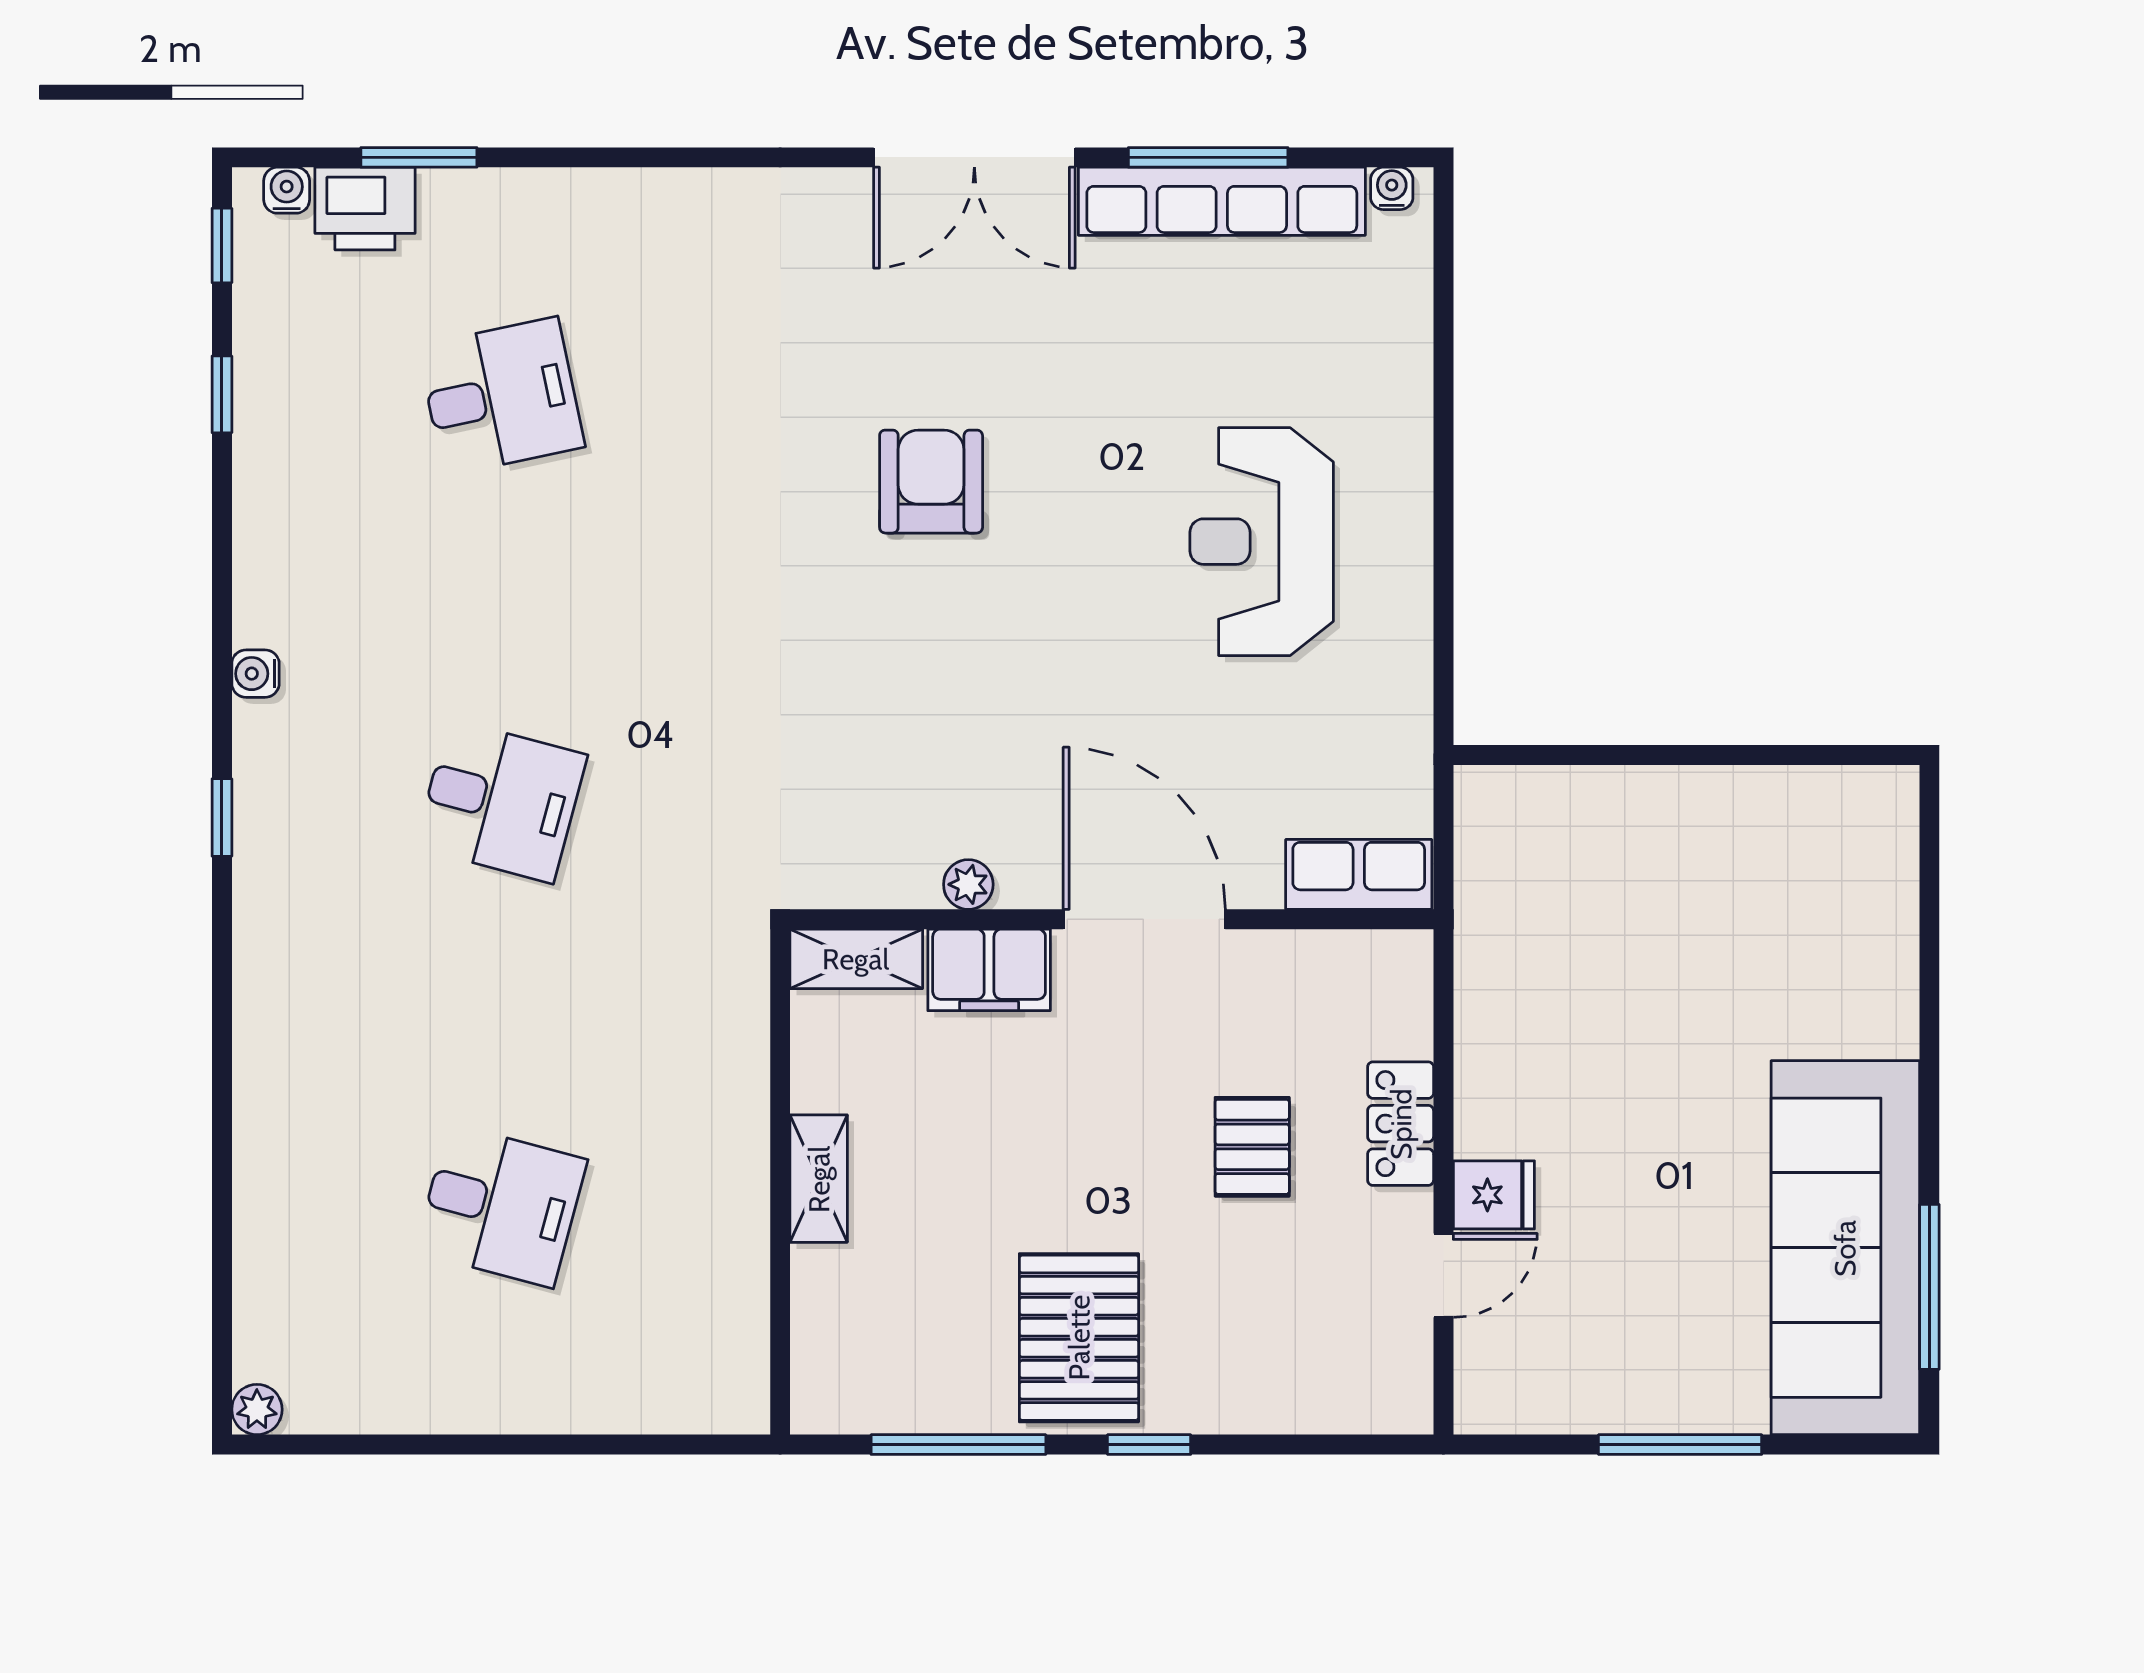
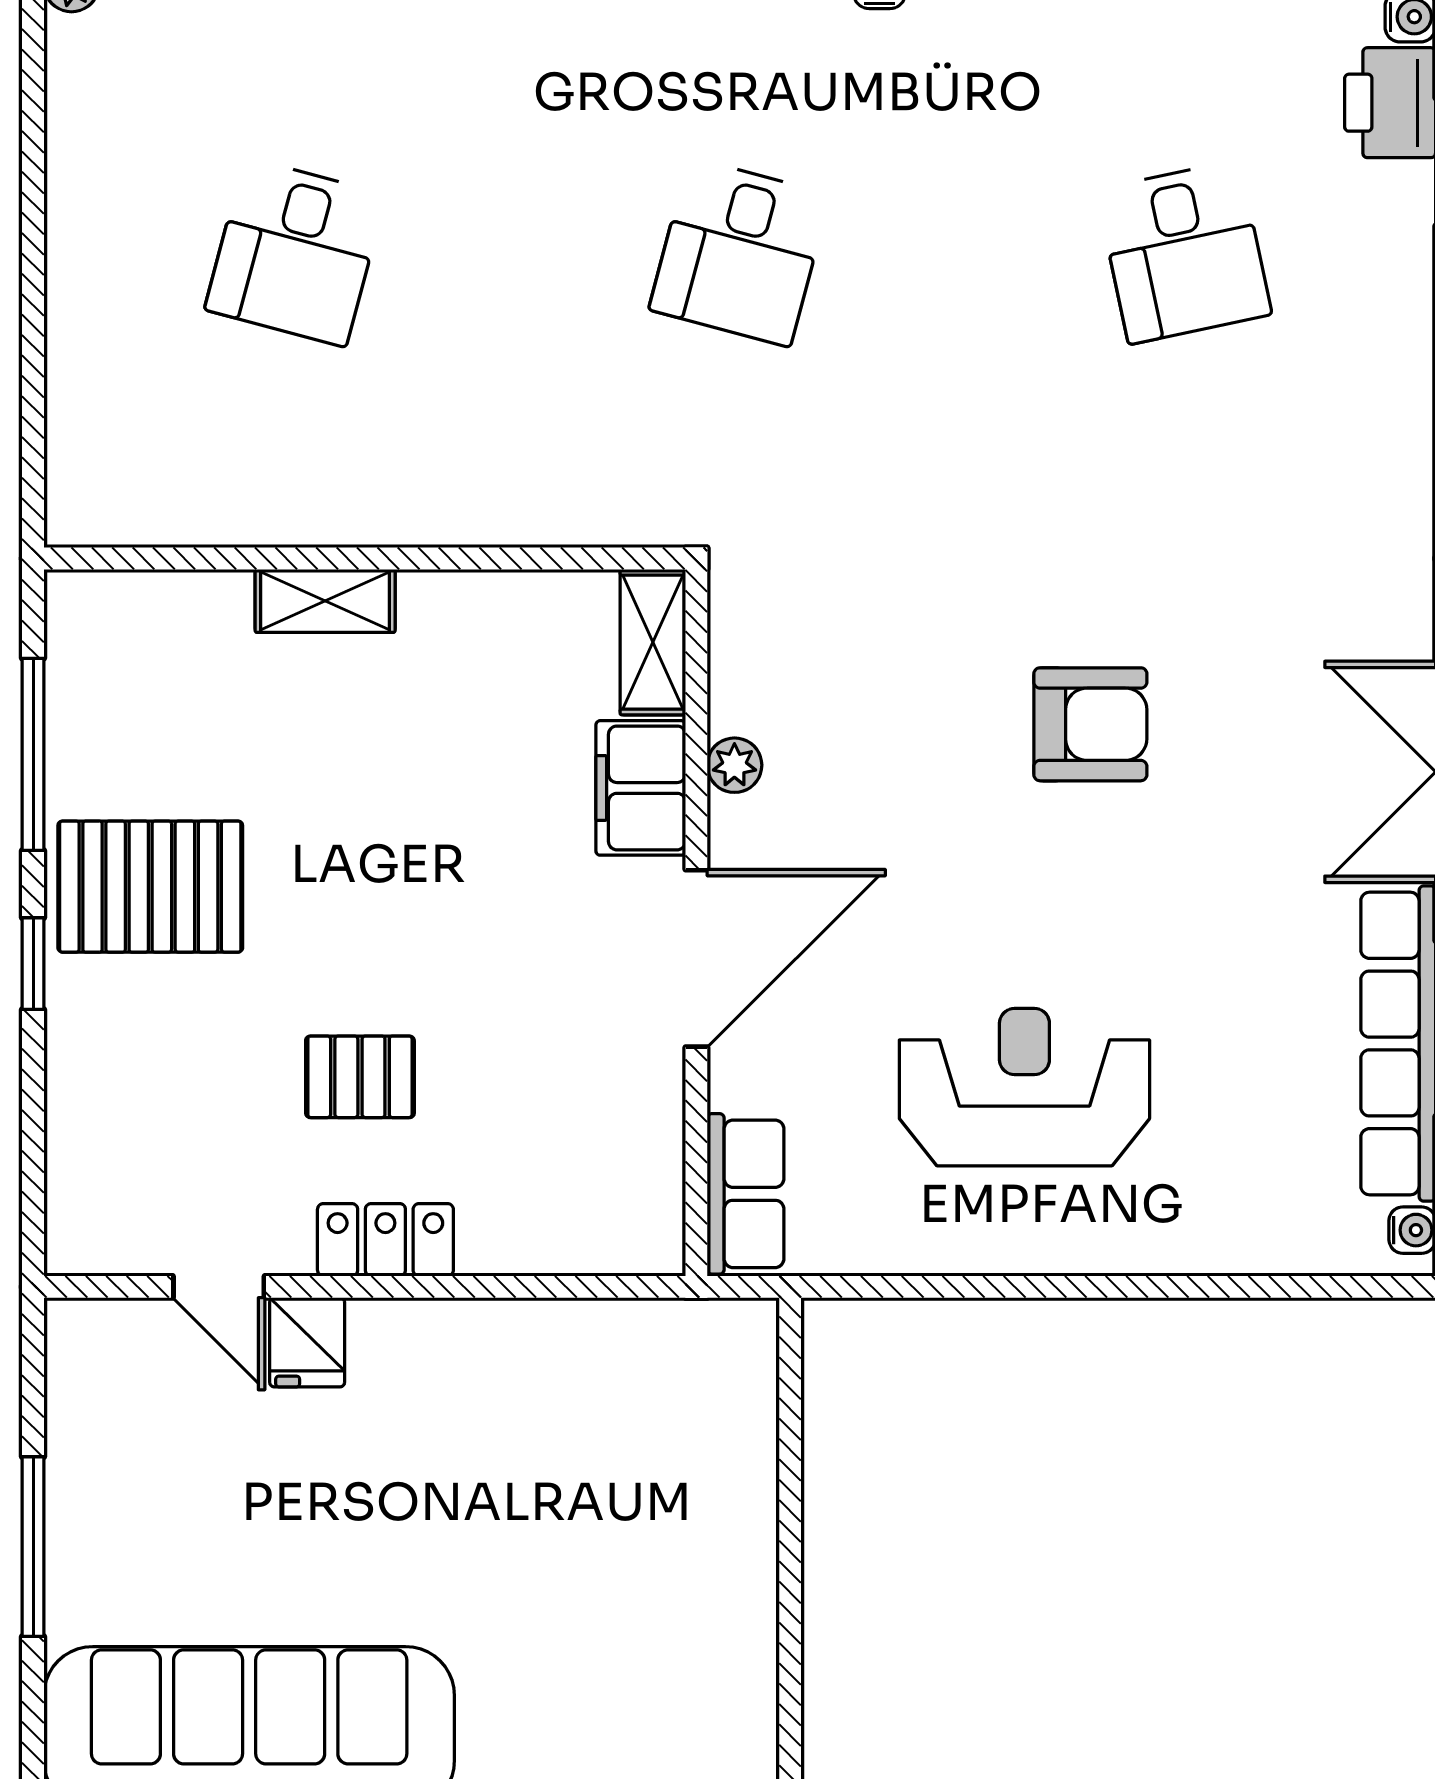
row of seats: (1359, 874) -> (746, 1194), moved
plant: (968, 884) -> (734, 765), moved
wall: (1112, 919) -> (696, 923), moved
door: (1144, 919) -> (696, 958), moved
shelving: (856, 959) -> (653, 642), moved
filing cabinet: (989, 970) -> (641, 788), moved

